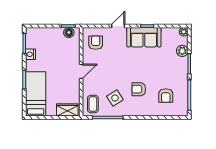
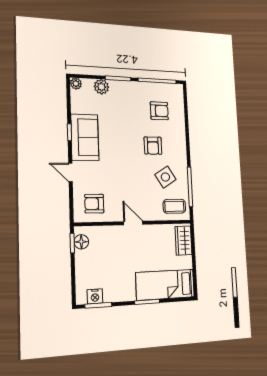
nightstand: (31, 54) -> (95, 296), moved

